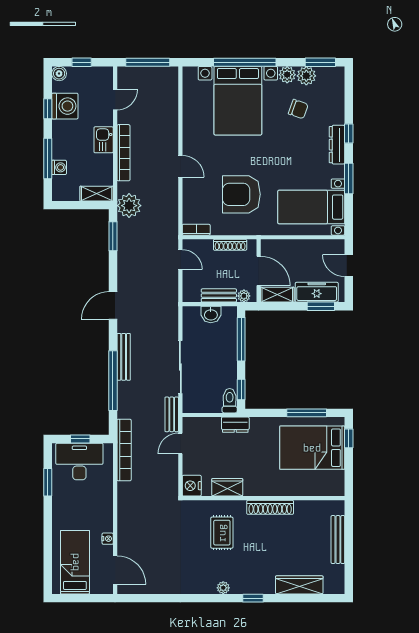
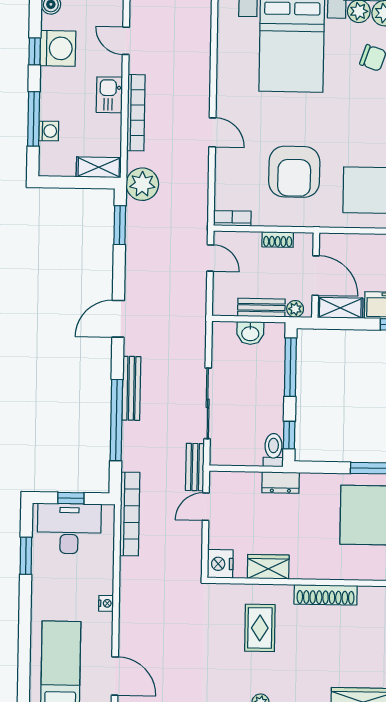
door: (115, 100) -> (126, 41), swing flipped
armchair: (241, 194) -> (294, 172), turned -90
shoe rack: (230, 245) -> (278, 240), width x0.70
nightstand: (108, 539) -> (106, 603), moved

